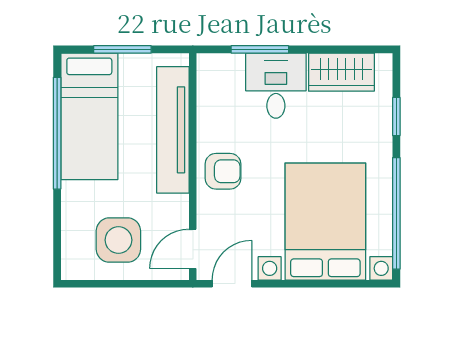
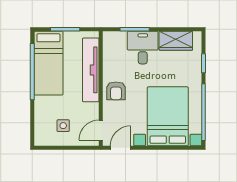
armchair: (223, 171) -> (116, 91), turned 90
side table: (118, 240) -> (63, 126), width x0.54, depth x0.54

